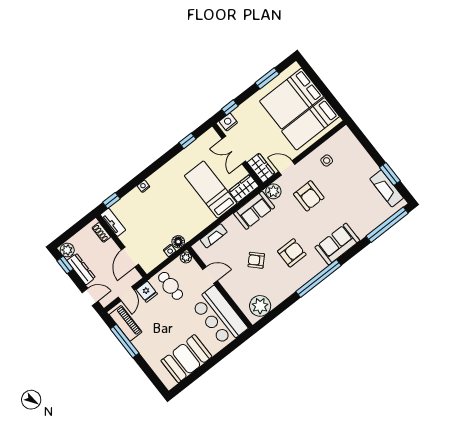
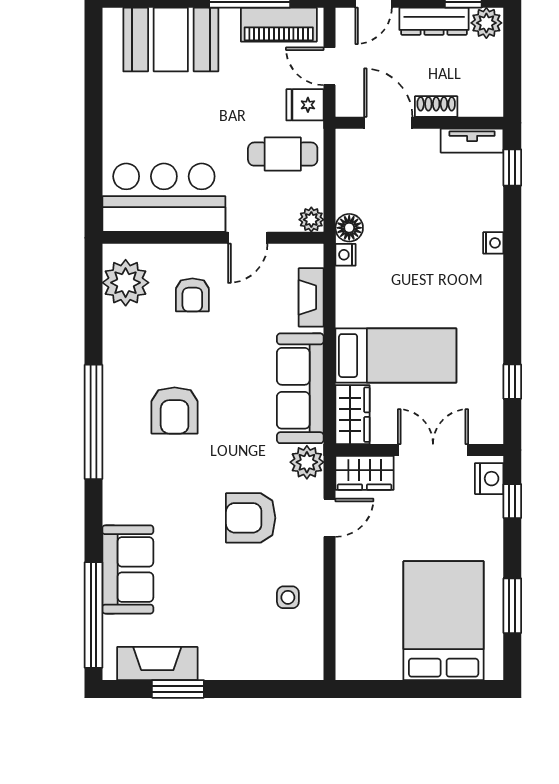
bed: (311, 124) -> (374, 619), removed
sofa: (254, 210) -> (300, 388), width x1.36
shoe rack: (101, 232) -> (436, 106), moved
sofa: (337, 244) -> (128, 569), moved
nightstand: (170, 251) -> (346, 255), moved
armchair: (256, 260) -> (192, 295), moved, turned 135
booth: (186, 359) -> (171, 40), moved, turned 90

